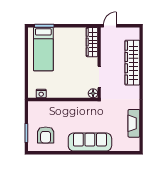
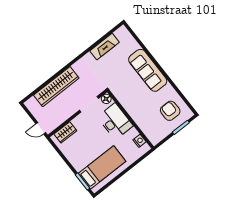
wardrobe: (92, 42) -> (65, 132), width x0.67
desk: (71, 87) -> (115, 121), added
armchair: (46, 135) -> (170, 111), turned -90

